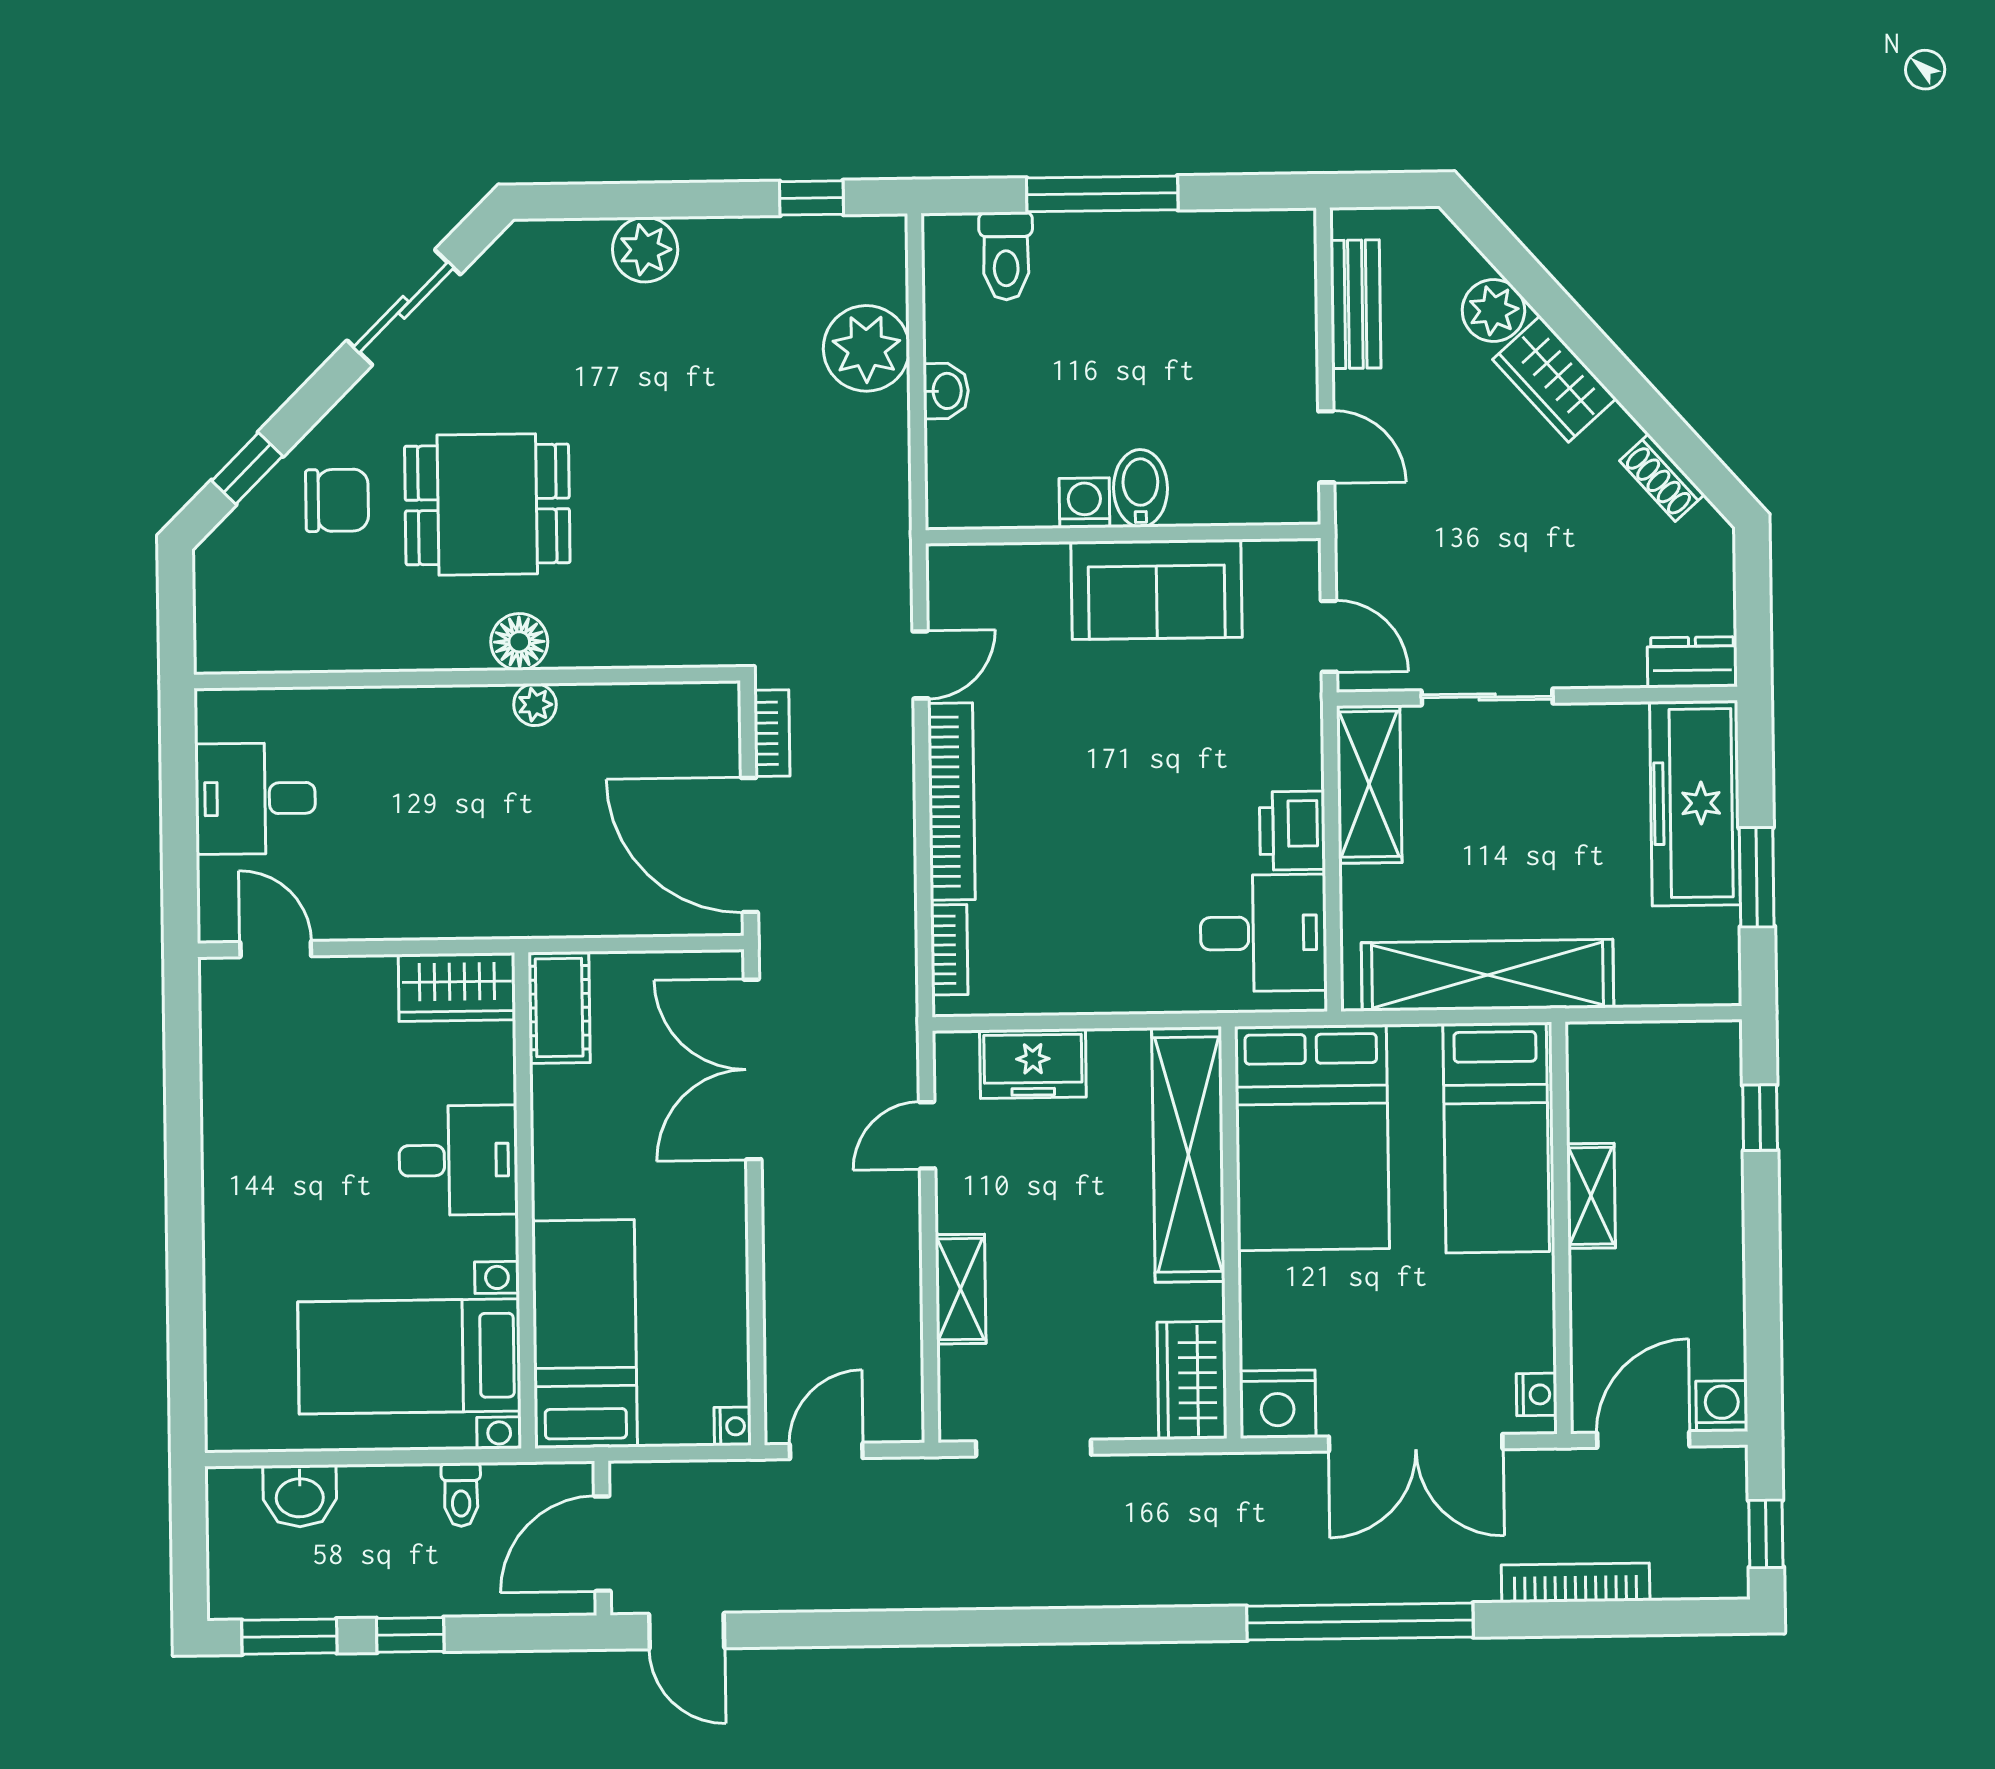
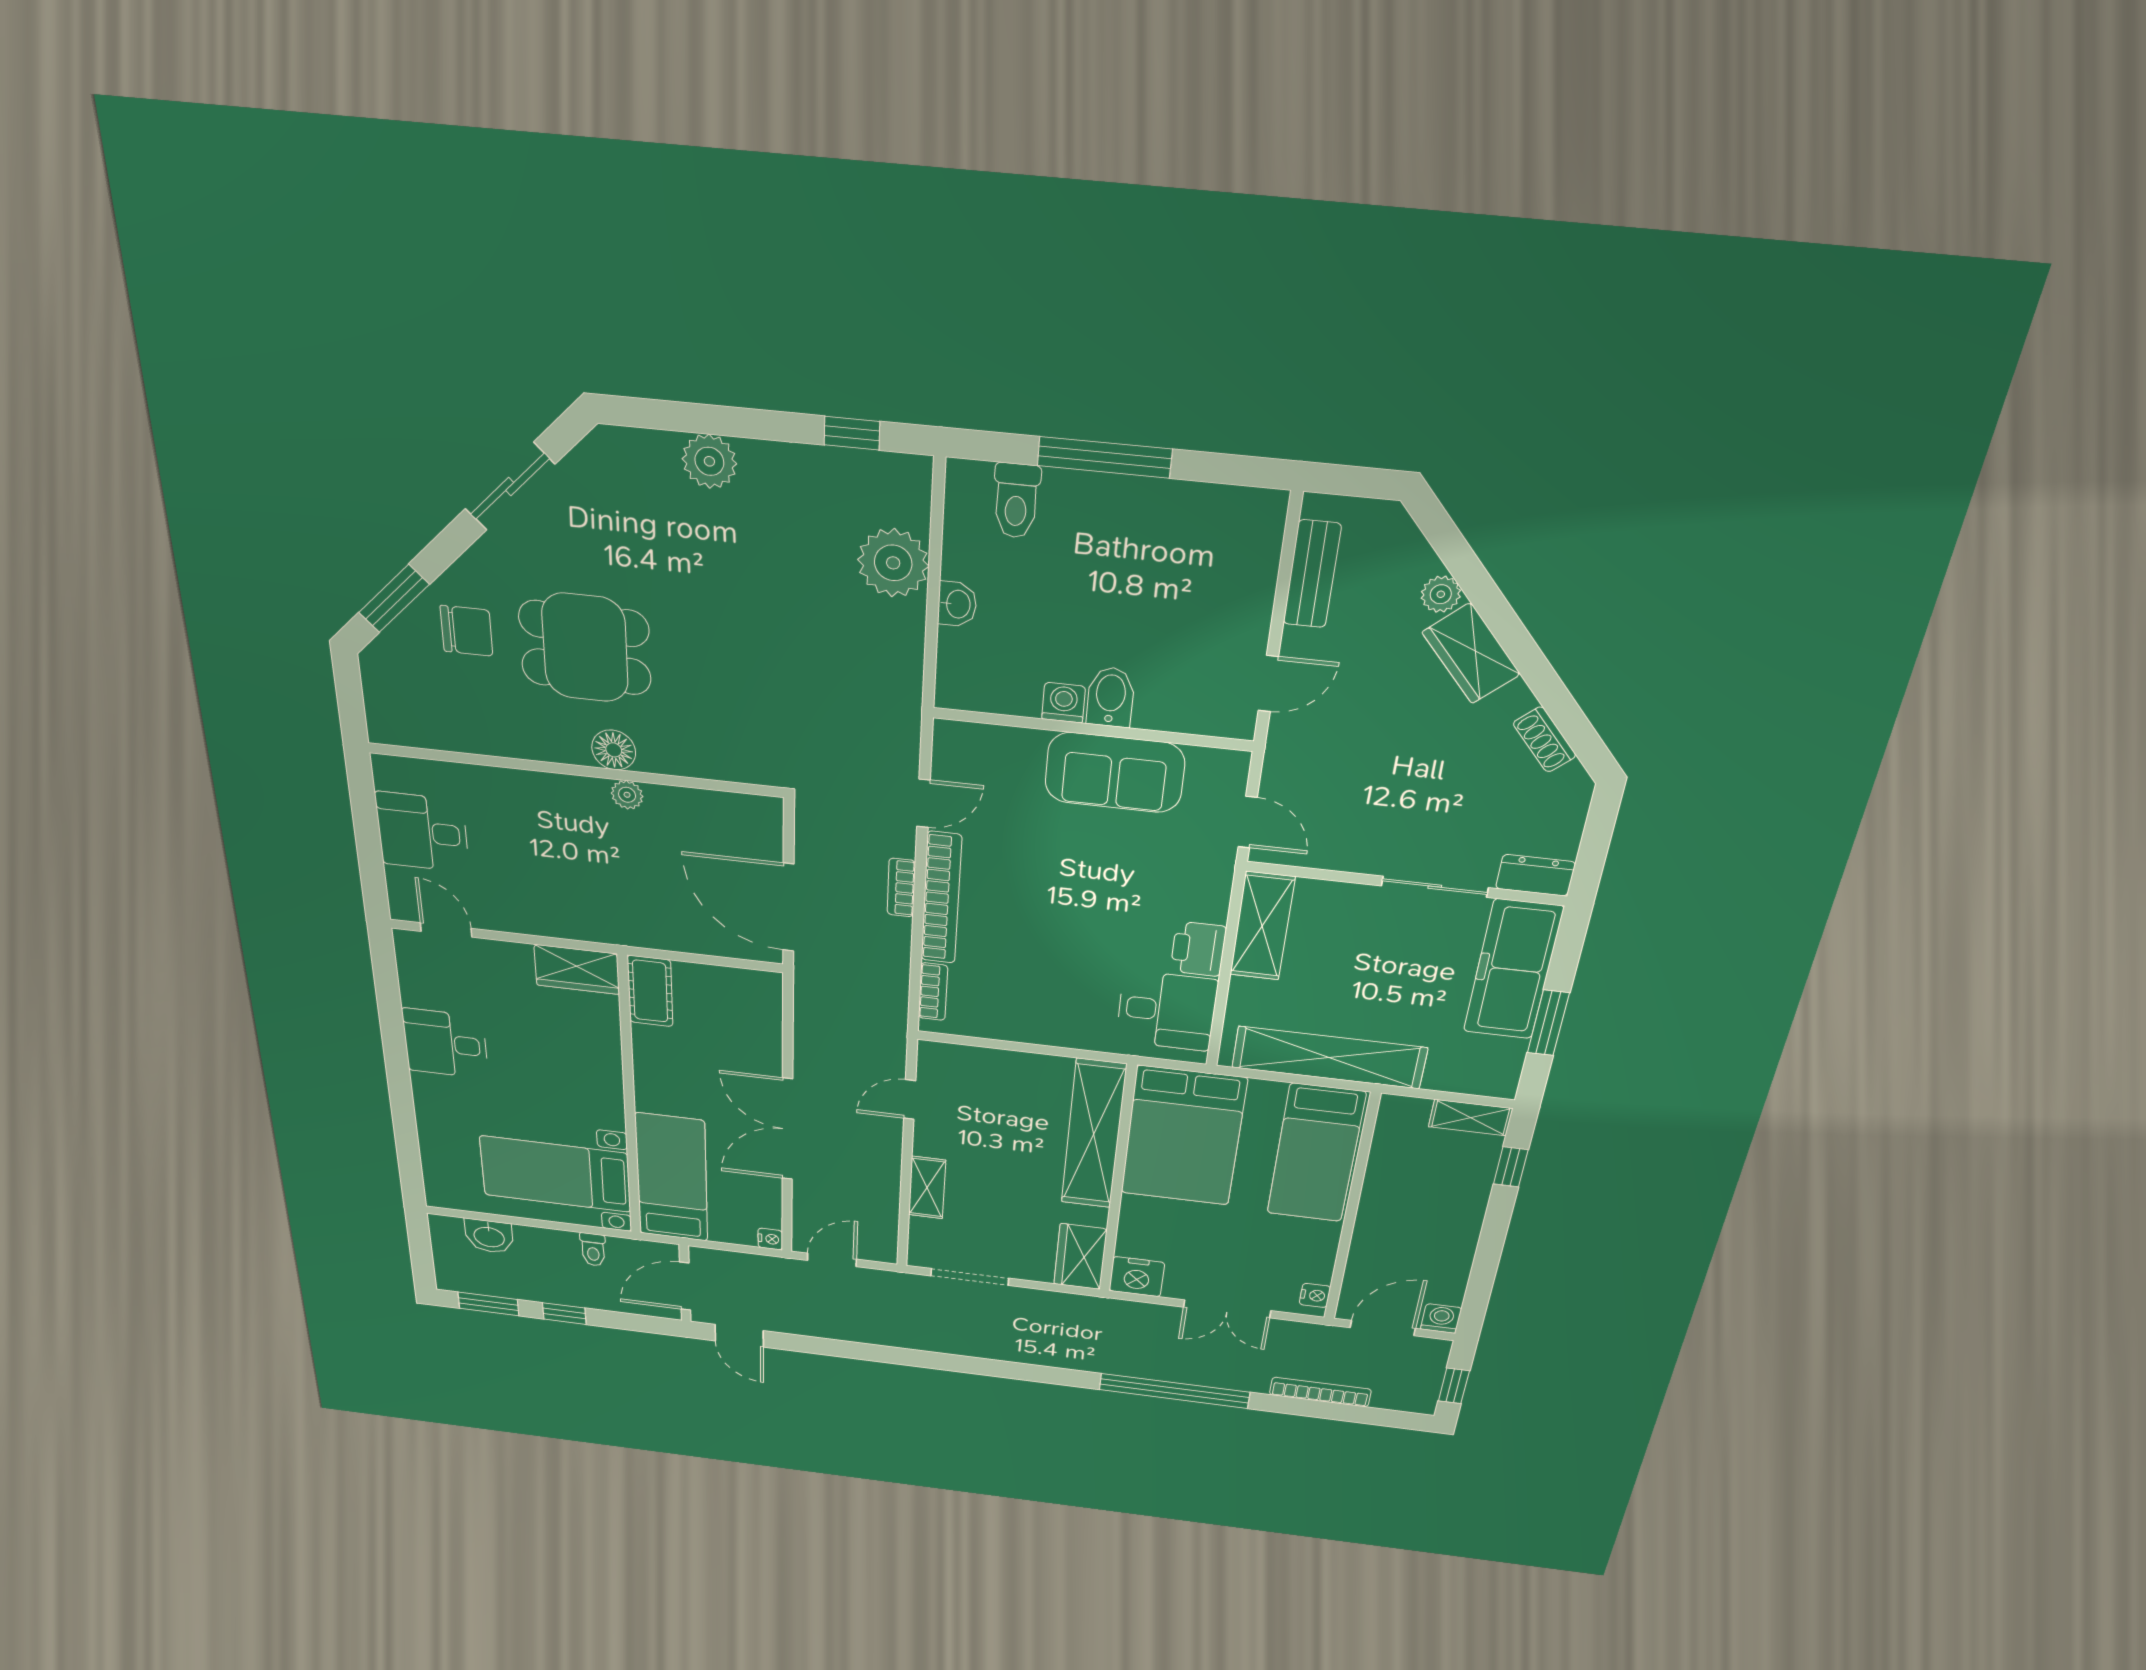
plant: (1493, 310) -> (1441, 594), width x0.73, depth x0.73
door: (1326, 447) -> (1268, 684), hinge flipped
window: (247, 468) -> (394, 598), width x1.50
sliding door: (1487, 697) -> (1435, 887), moved
bookcase: (772, 733) -> (901, 888), moved, turned 180
freezer: (1033, 1064) -> (988, 1068), removed
double door: (753, 1069) -> (787, 1129), moved
desk: (458, 1160) -> (445, 1044), moved, turned 180
shelving: (1591, 1196) -> (1471, 1118), moved, turned 90
double door: (1416, 1443) -> (1227, 1309), width x0.73

